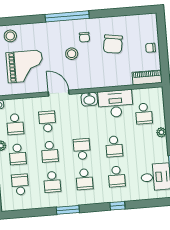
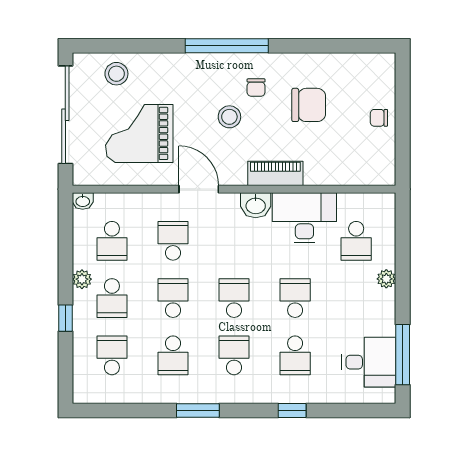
chair: (113, 44) -> (309, 105), turned -99
grand piano: (25, 66) -> (139, 133), turned 180
piano: (147, 78) -> (275, 173), moved
school desk: (114, 146) -> (295, 298), turned 180
school desk: (50, 152) -> (173, 298), turned 180
school desk: (84, 179) -> (234, 355), turned 180

